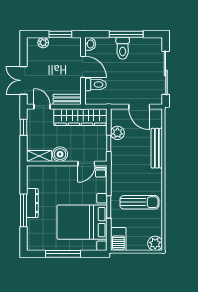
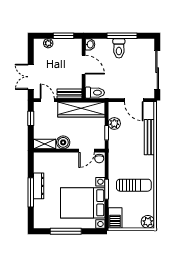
toilet: (96, 84) -> (95, 93), moved

